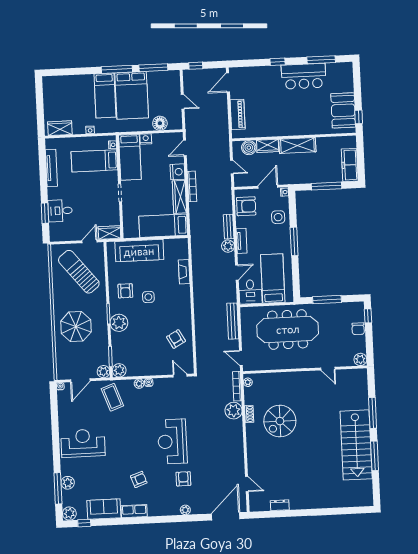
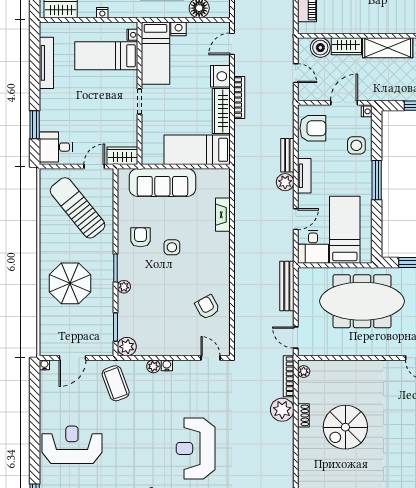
desk: (60, 211) -> (56, 147), moved
armchair: (125, 291) -> (140, 237), turned 180
plant: (119, 323) -> (124, 287), width x0.53, depth x0.53
plant: (104, 372) -> (105, 347), removed

